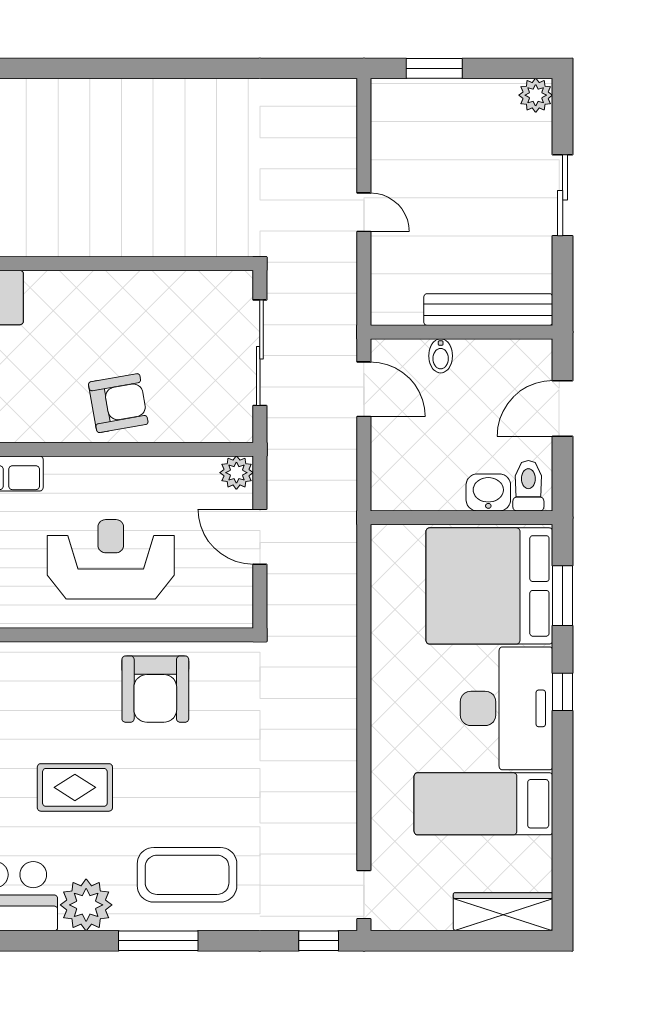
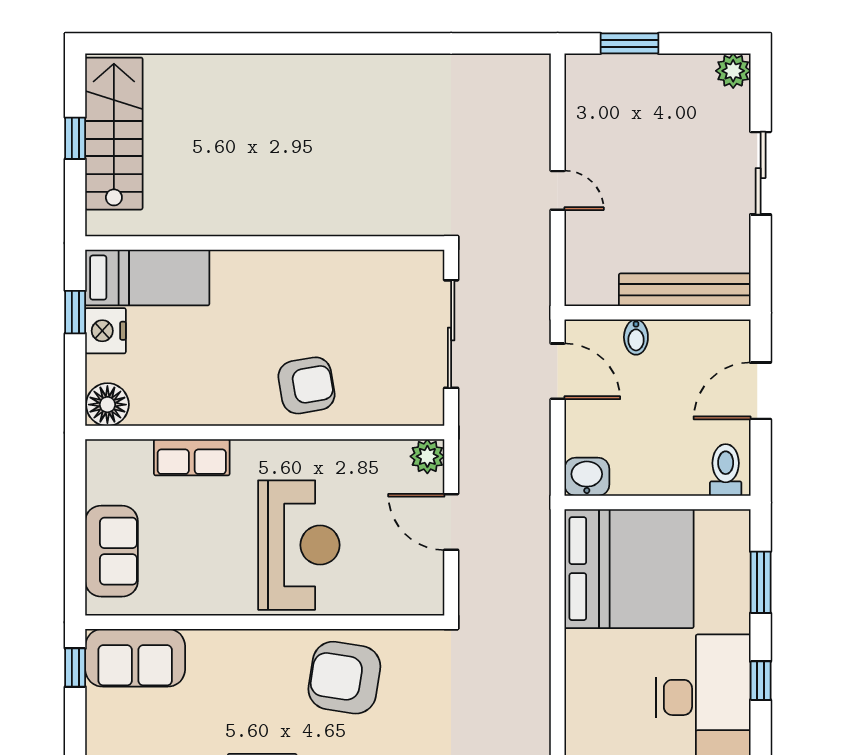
washbasin: (488, 492) -> (587, 477), moved
reception desk: (111, 559) -> (299, 545), turned 90
bed: (489, 586) -> (629, 569), moved, turned 180
armchair: (155, 689) -> (344, 678), turned 99

